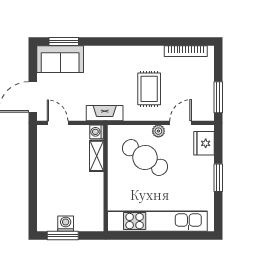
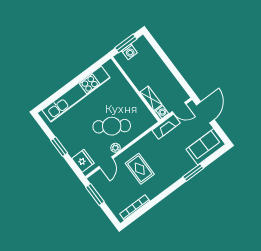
window: (64, 42) -> (193, 173), moved
fireplace: (105, 113) -> (166, 127), moved
washing machine: (97, 132) -> (161, 113), moved
shelving: (97, 156) -> (151, 98), moved
wall: (106, 178) -> (136, 89), moved

